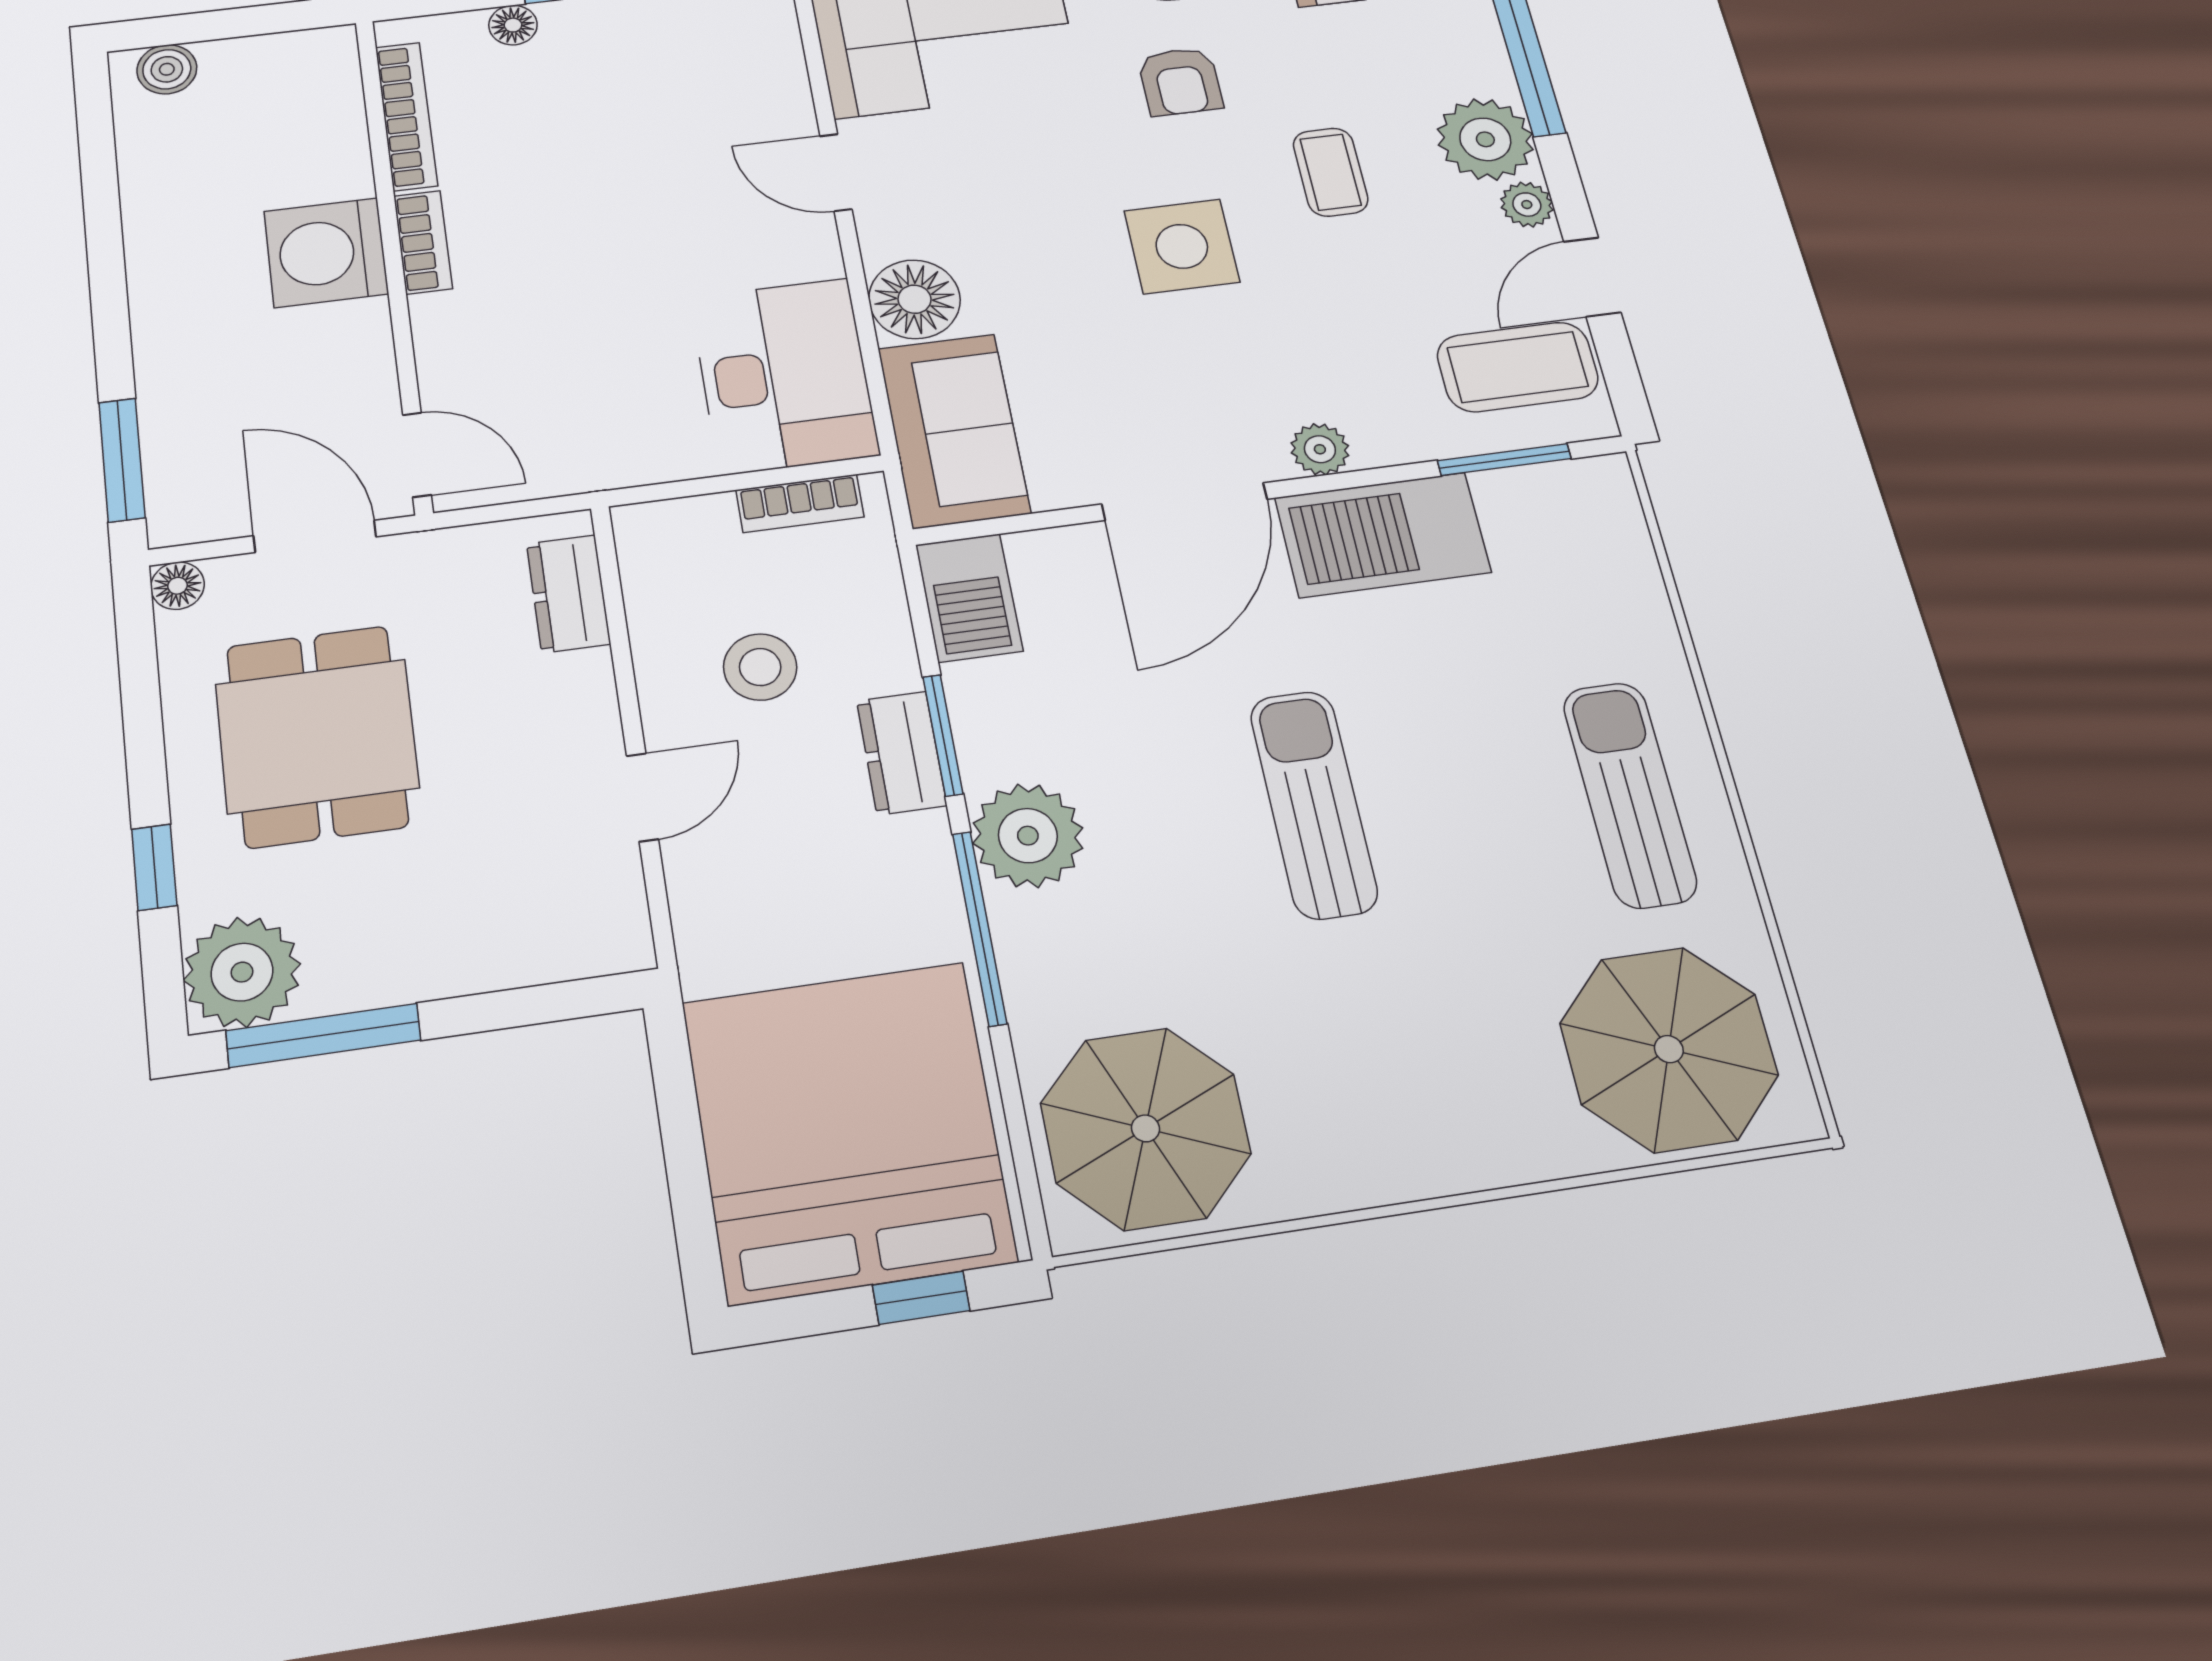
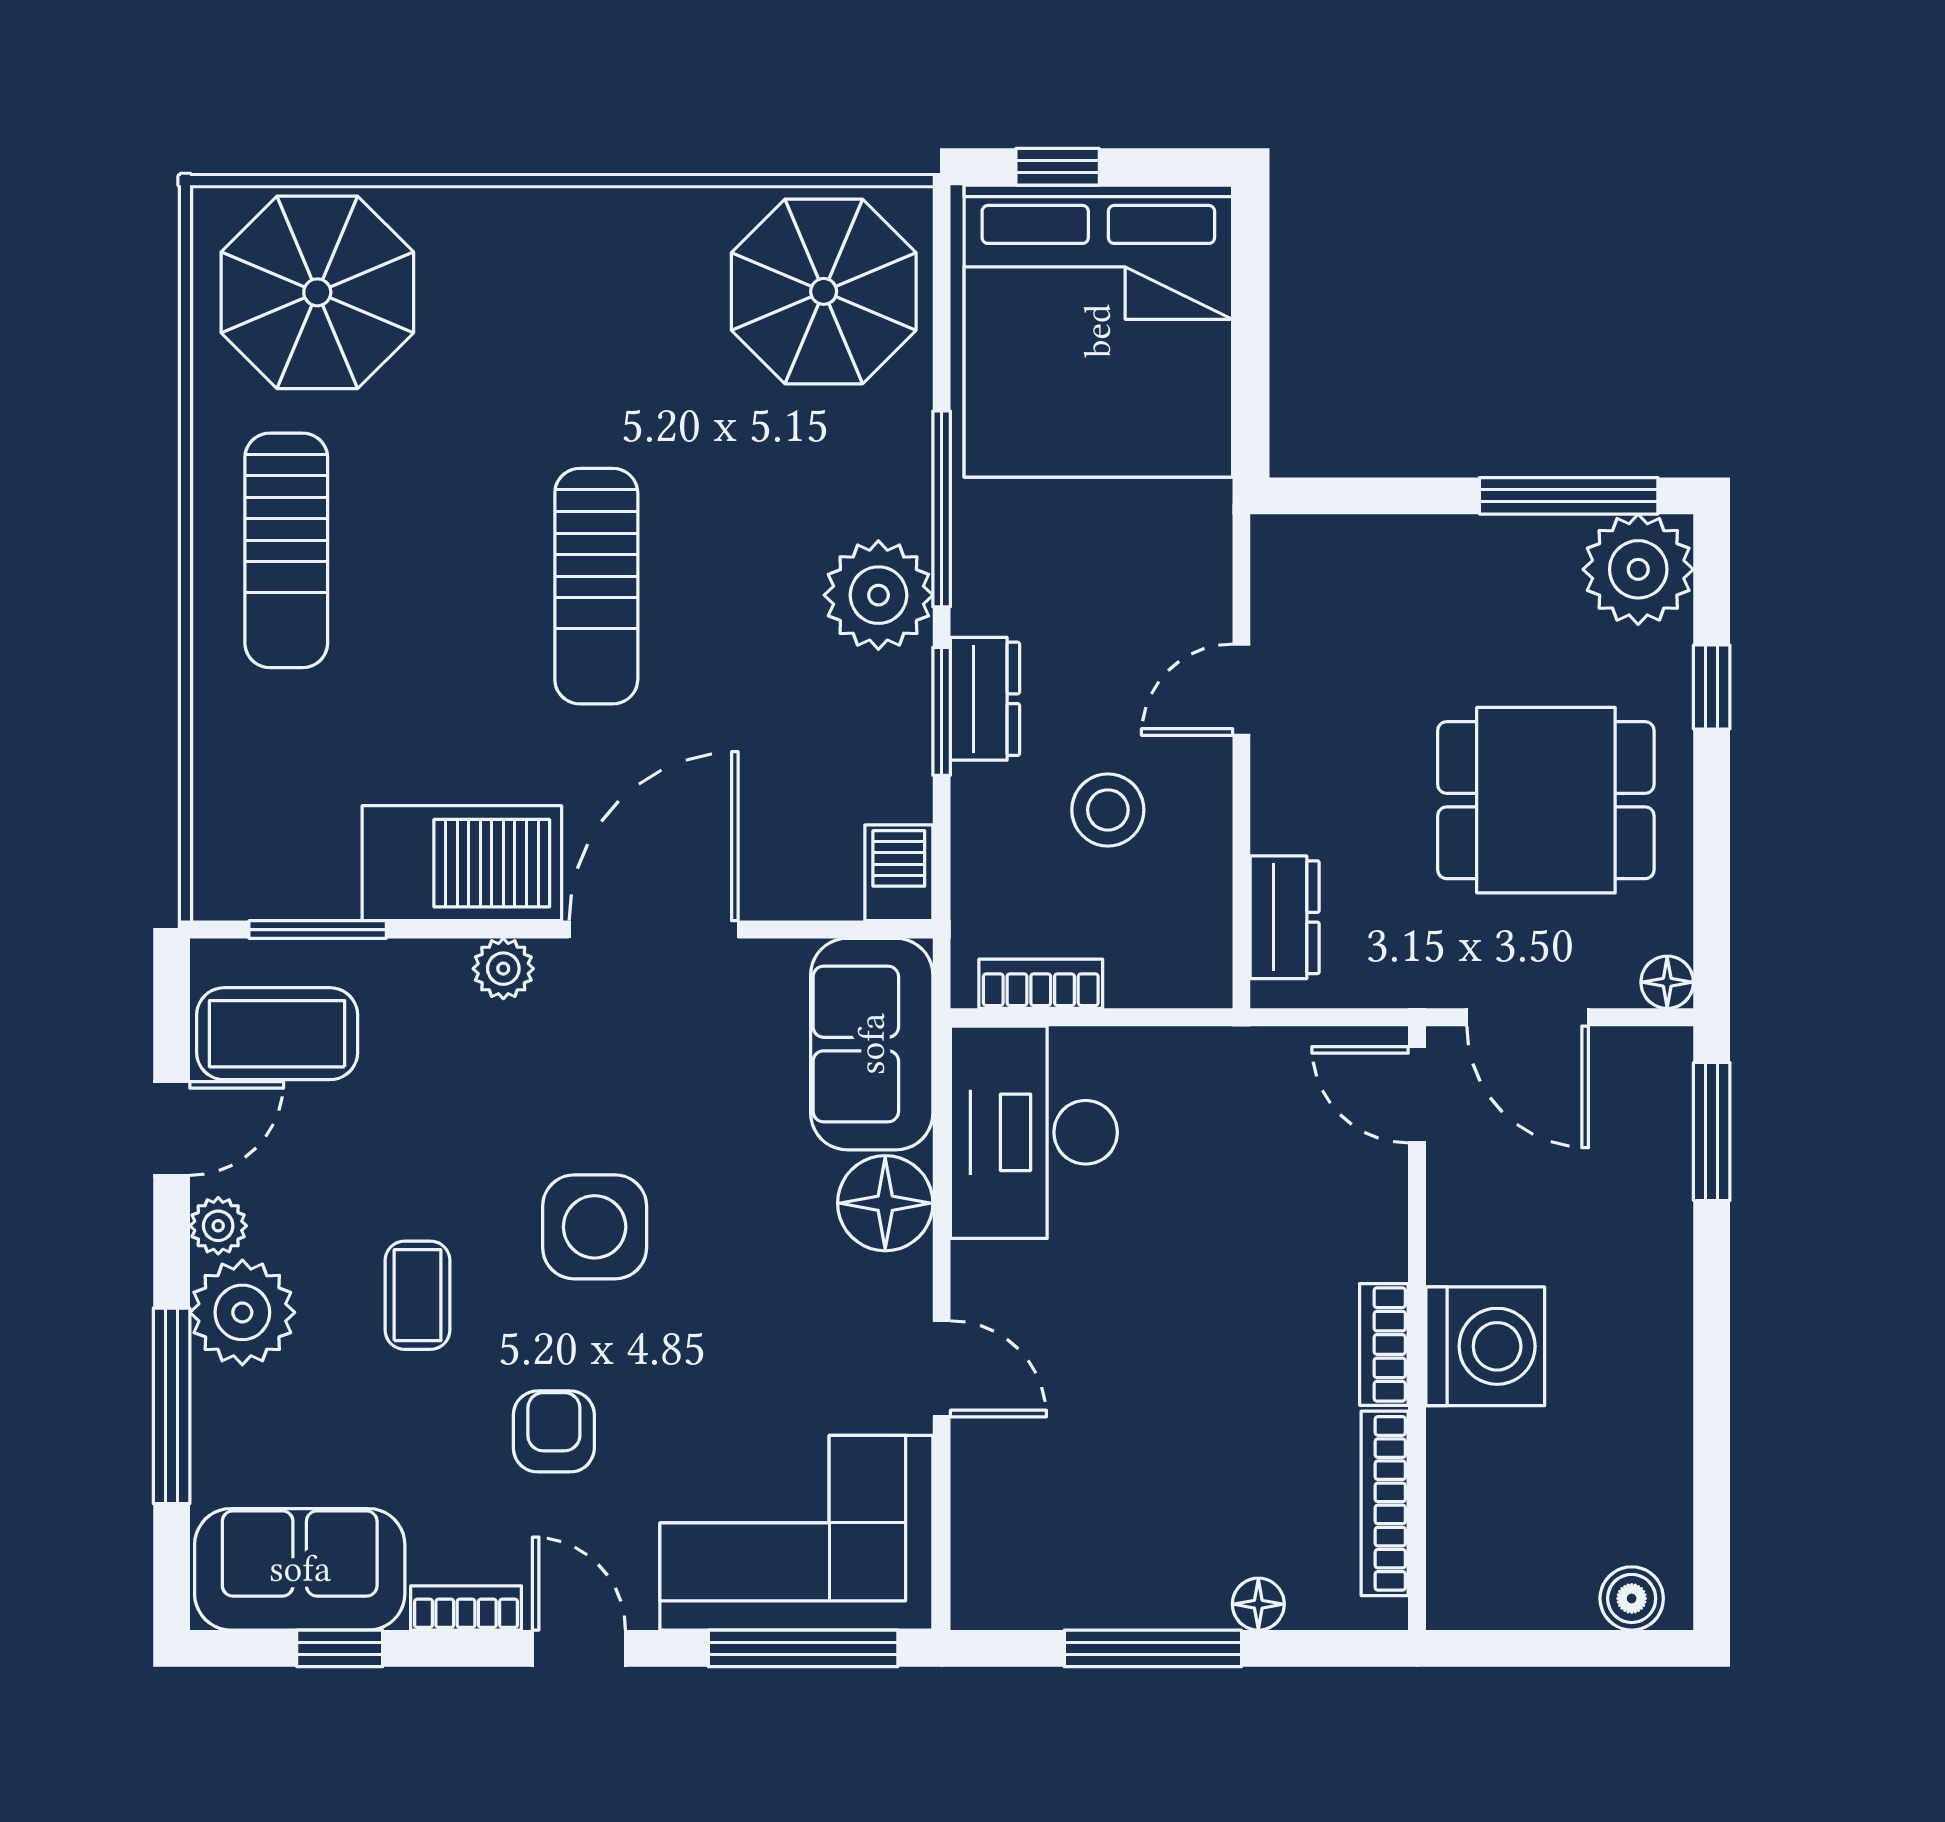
barbecue: (969, 598) -> (899, 873), width x0.73, depth x0.79
dining table: (317, 736) -> (1546, 800), turned 90

